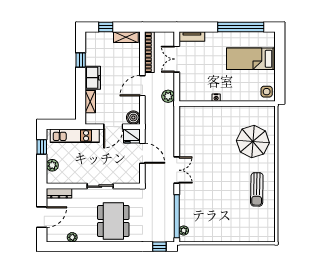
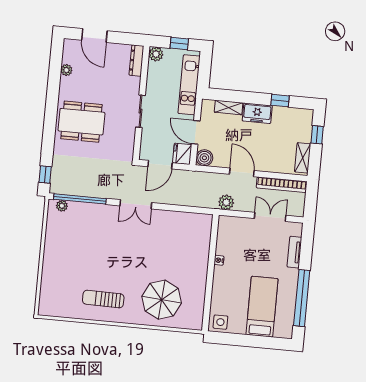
tv unit: (192, 36) -> (294, 252), moved
wall: (93, 186) -> (141, 103), moved
sliding door: (100, 186) -> (140, 111), moved
dresser: (59, 193) -> (136, 61), moved

